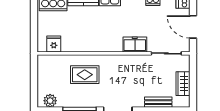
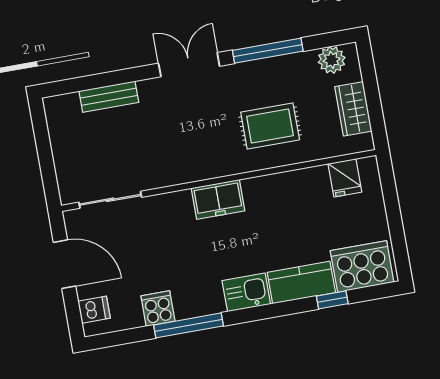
freezer: (135, 44) -> (218, 199), moved
wardrobe: (183, 84) -> (353, 109), moved, turned 180

